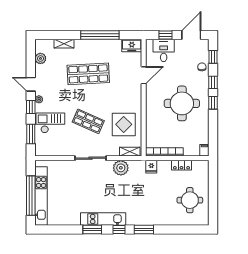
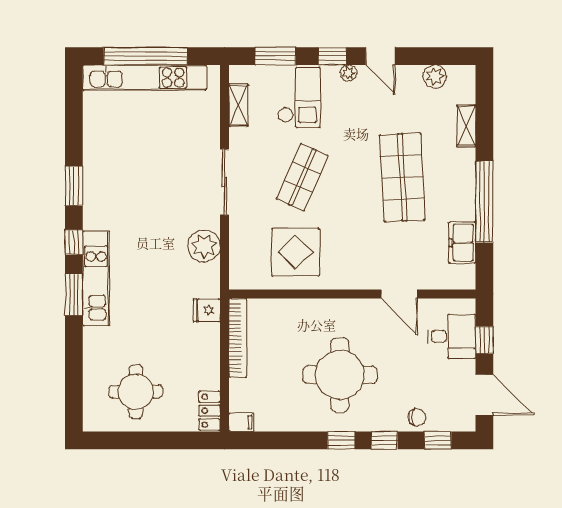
freezer: (132, 46) -> (462, 243), moved
door: (31, 84) -> (380, 56), swing flipped
shelving: (130, 152) -> (238, 105), moved
locker: (181, 165) -> (210, 411), moved
kitchen unit: (103, 219) -> (96, 278), moved

